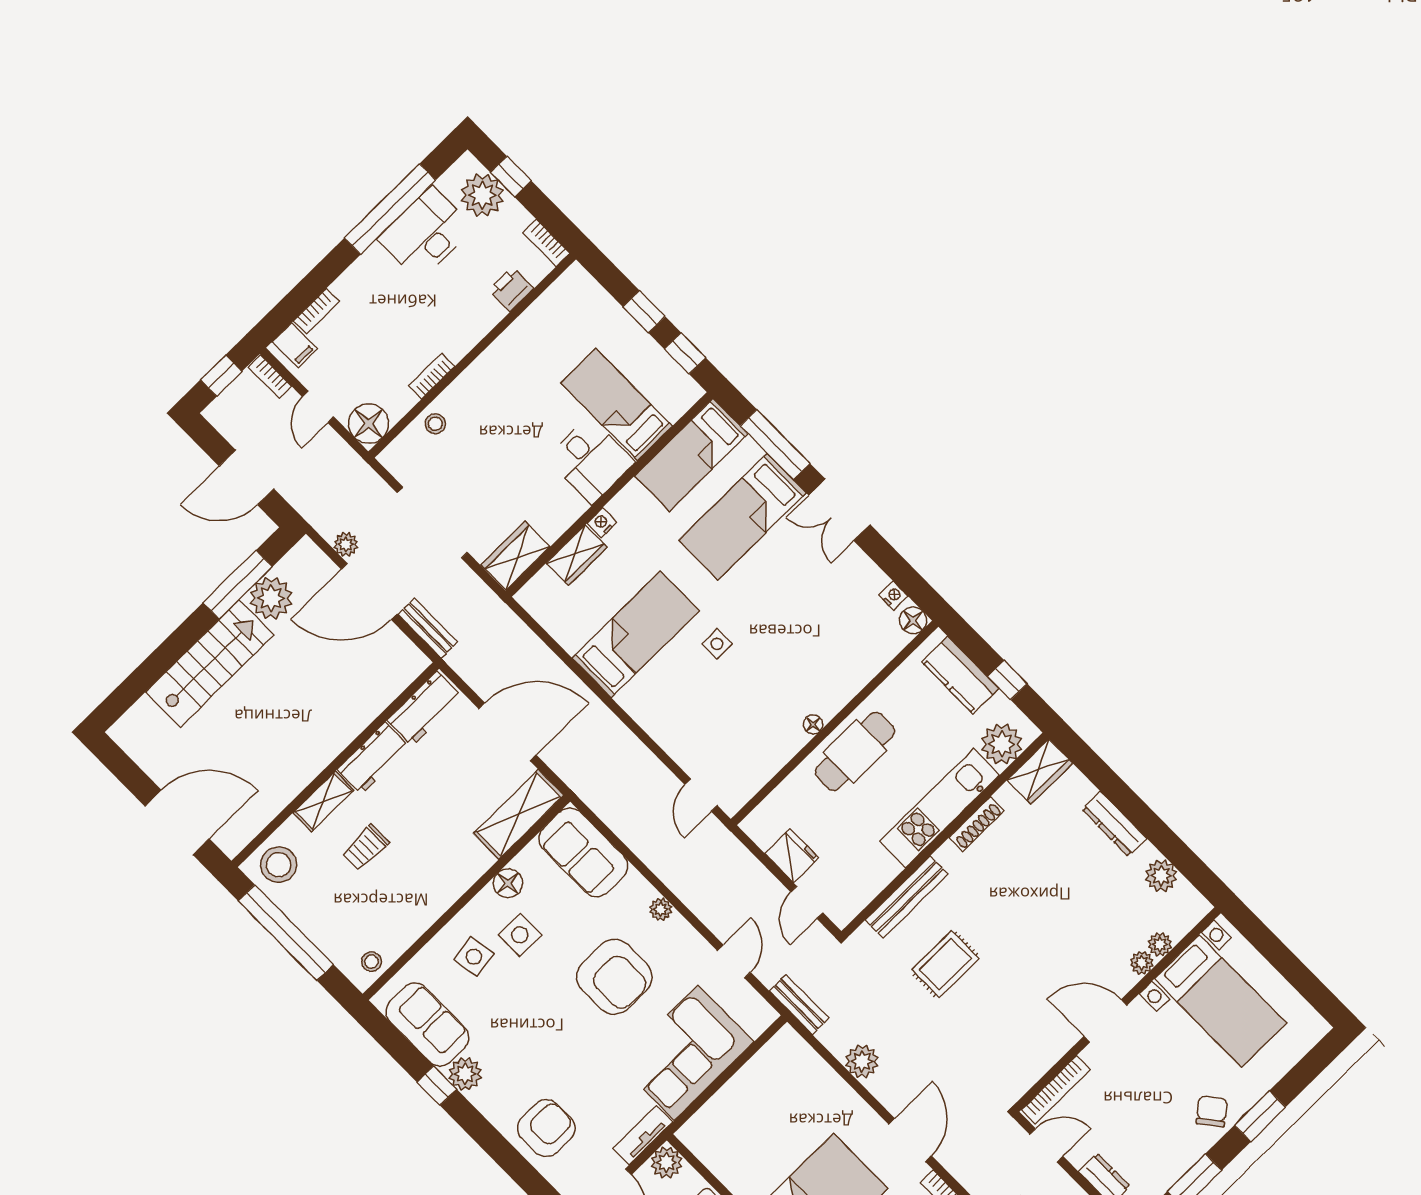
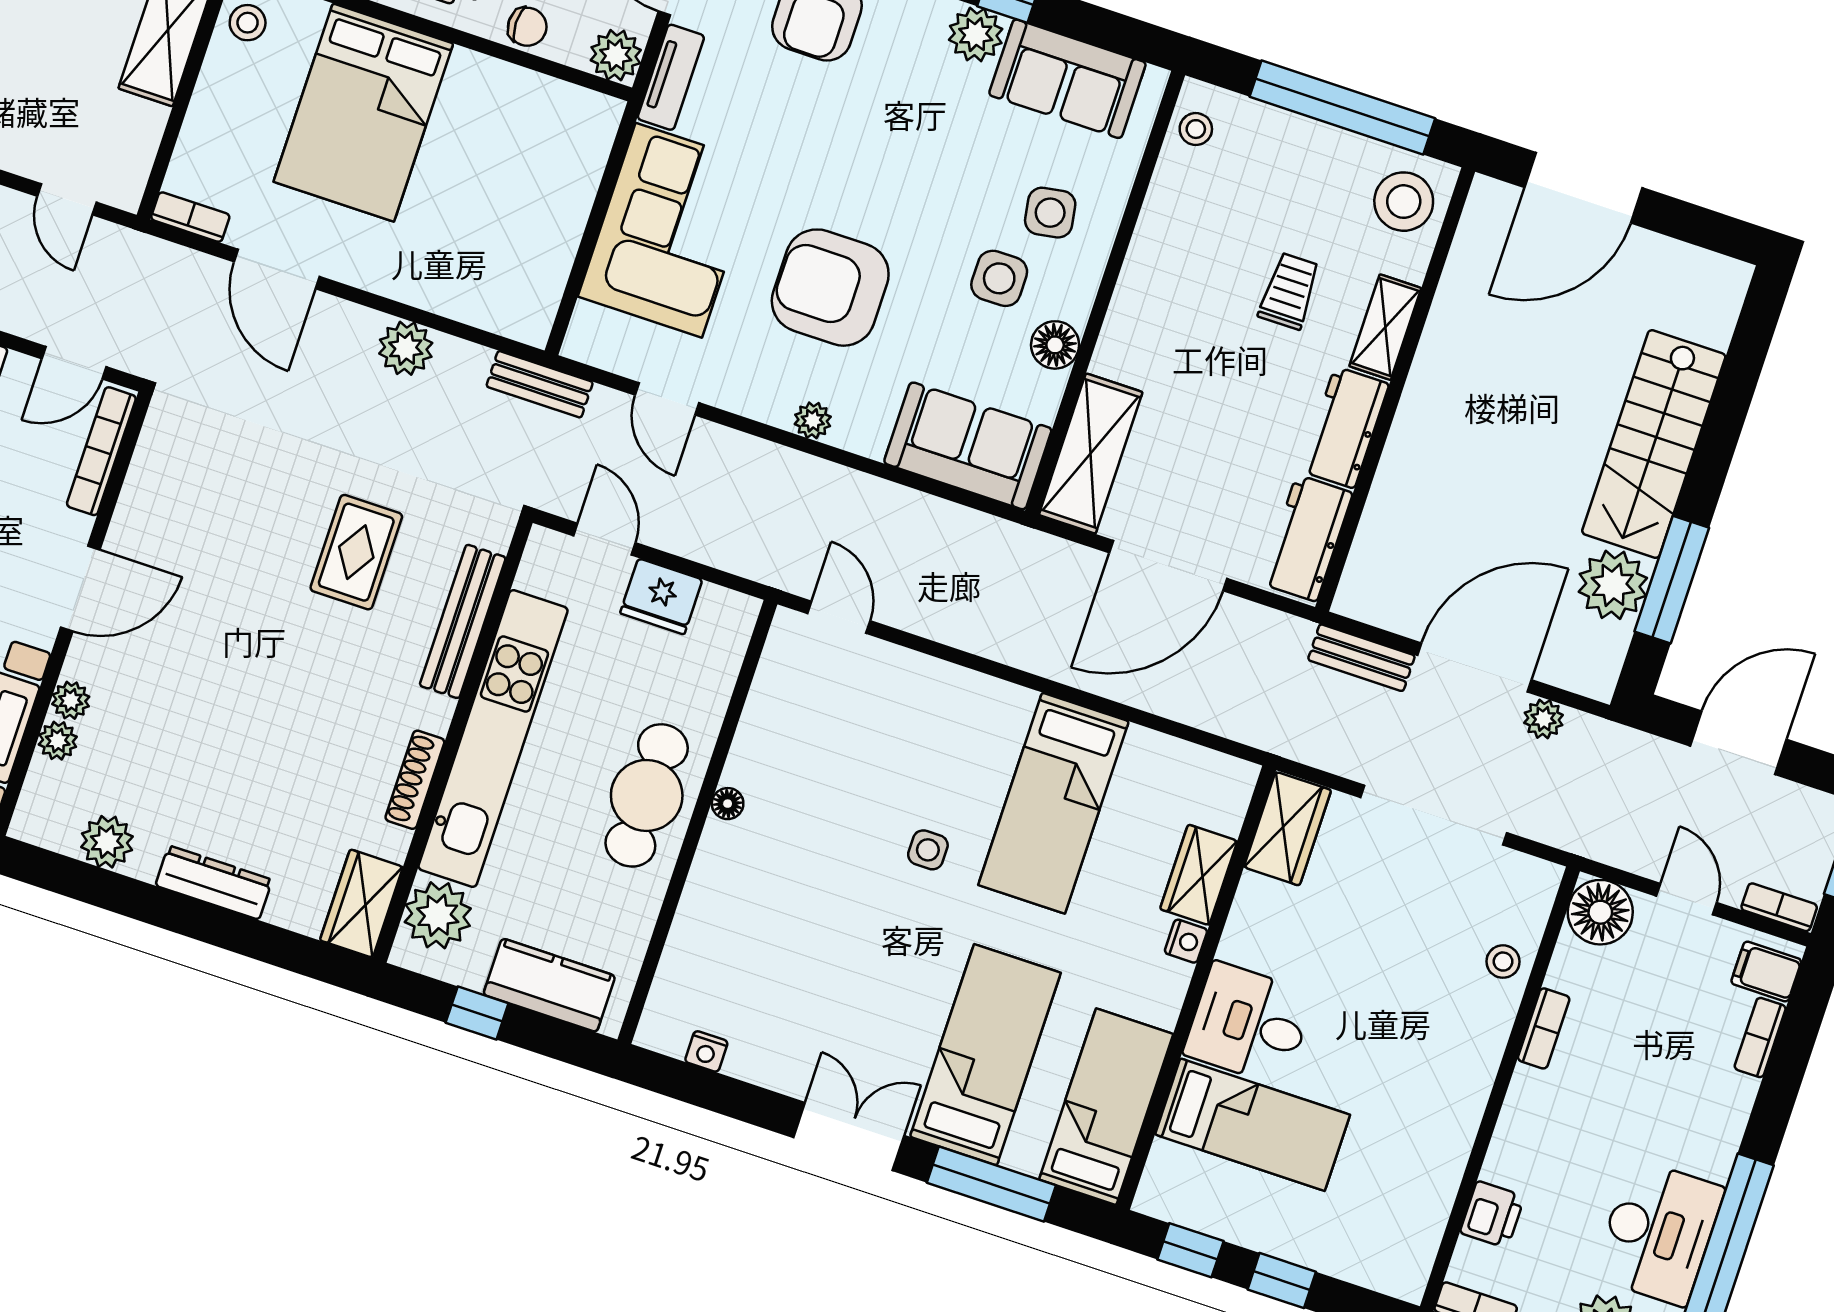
floor lamp: (913, 620) -> (659, 1030), removed
kitchen unit: (940, 808) -> (493, 738), width x1.36

